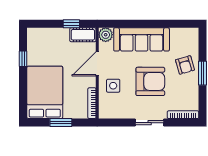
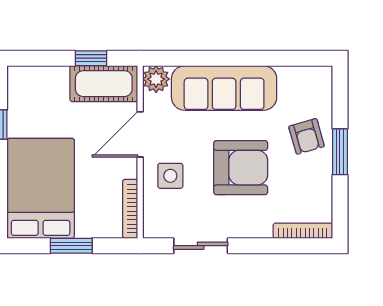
cot: (83, 35) -> (104, 84), width x1.37, depth x1.34
sliding door: (150, 123) -> (201, 246), moved

